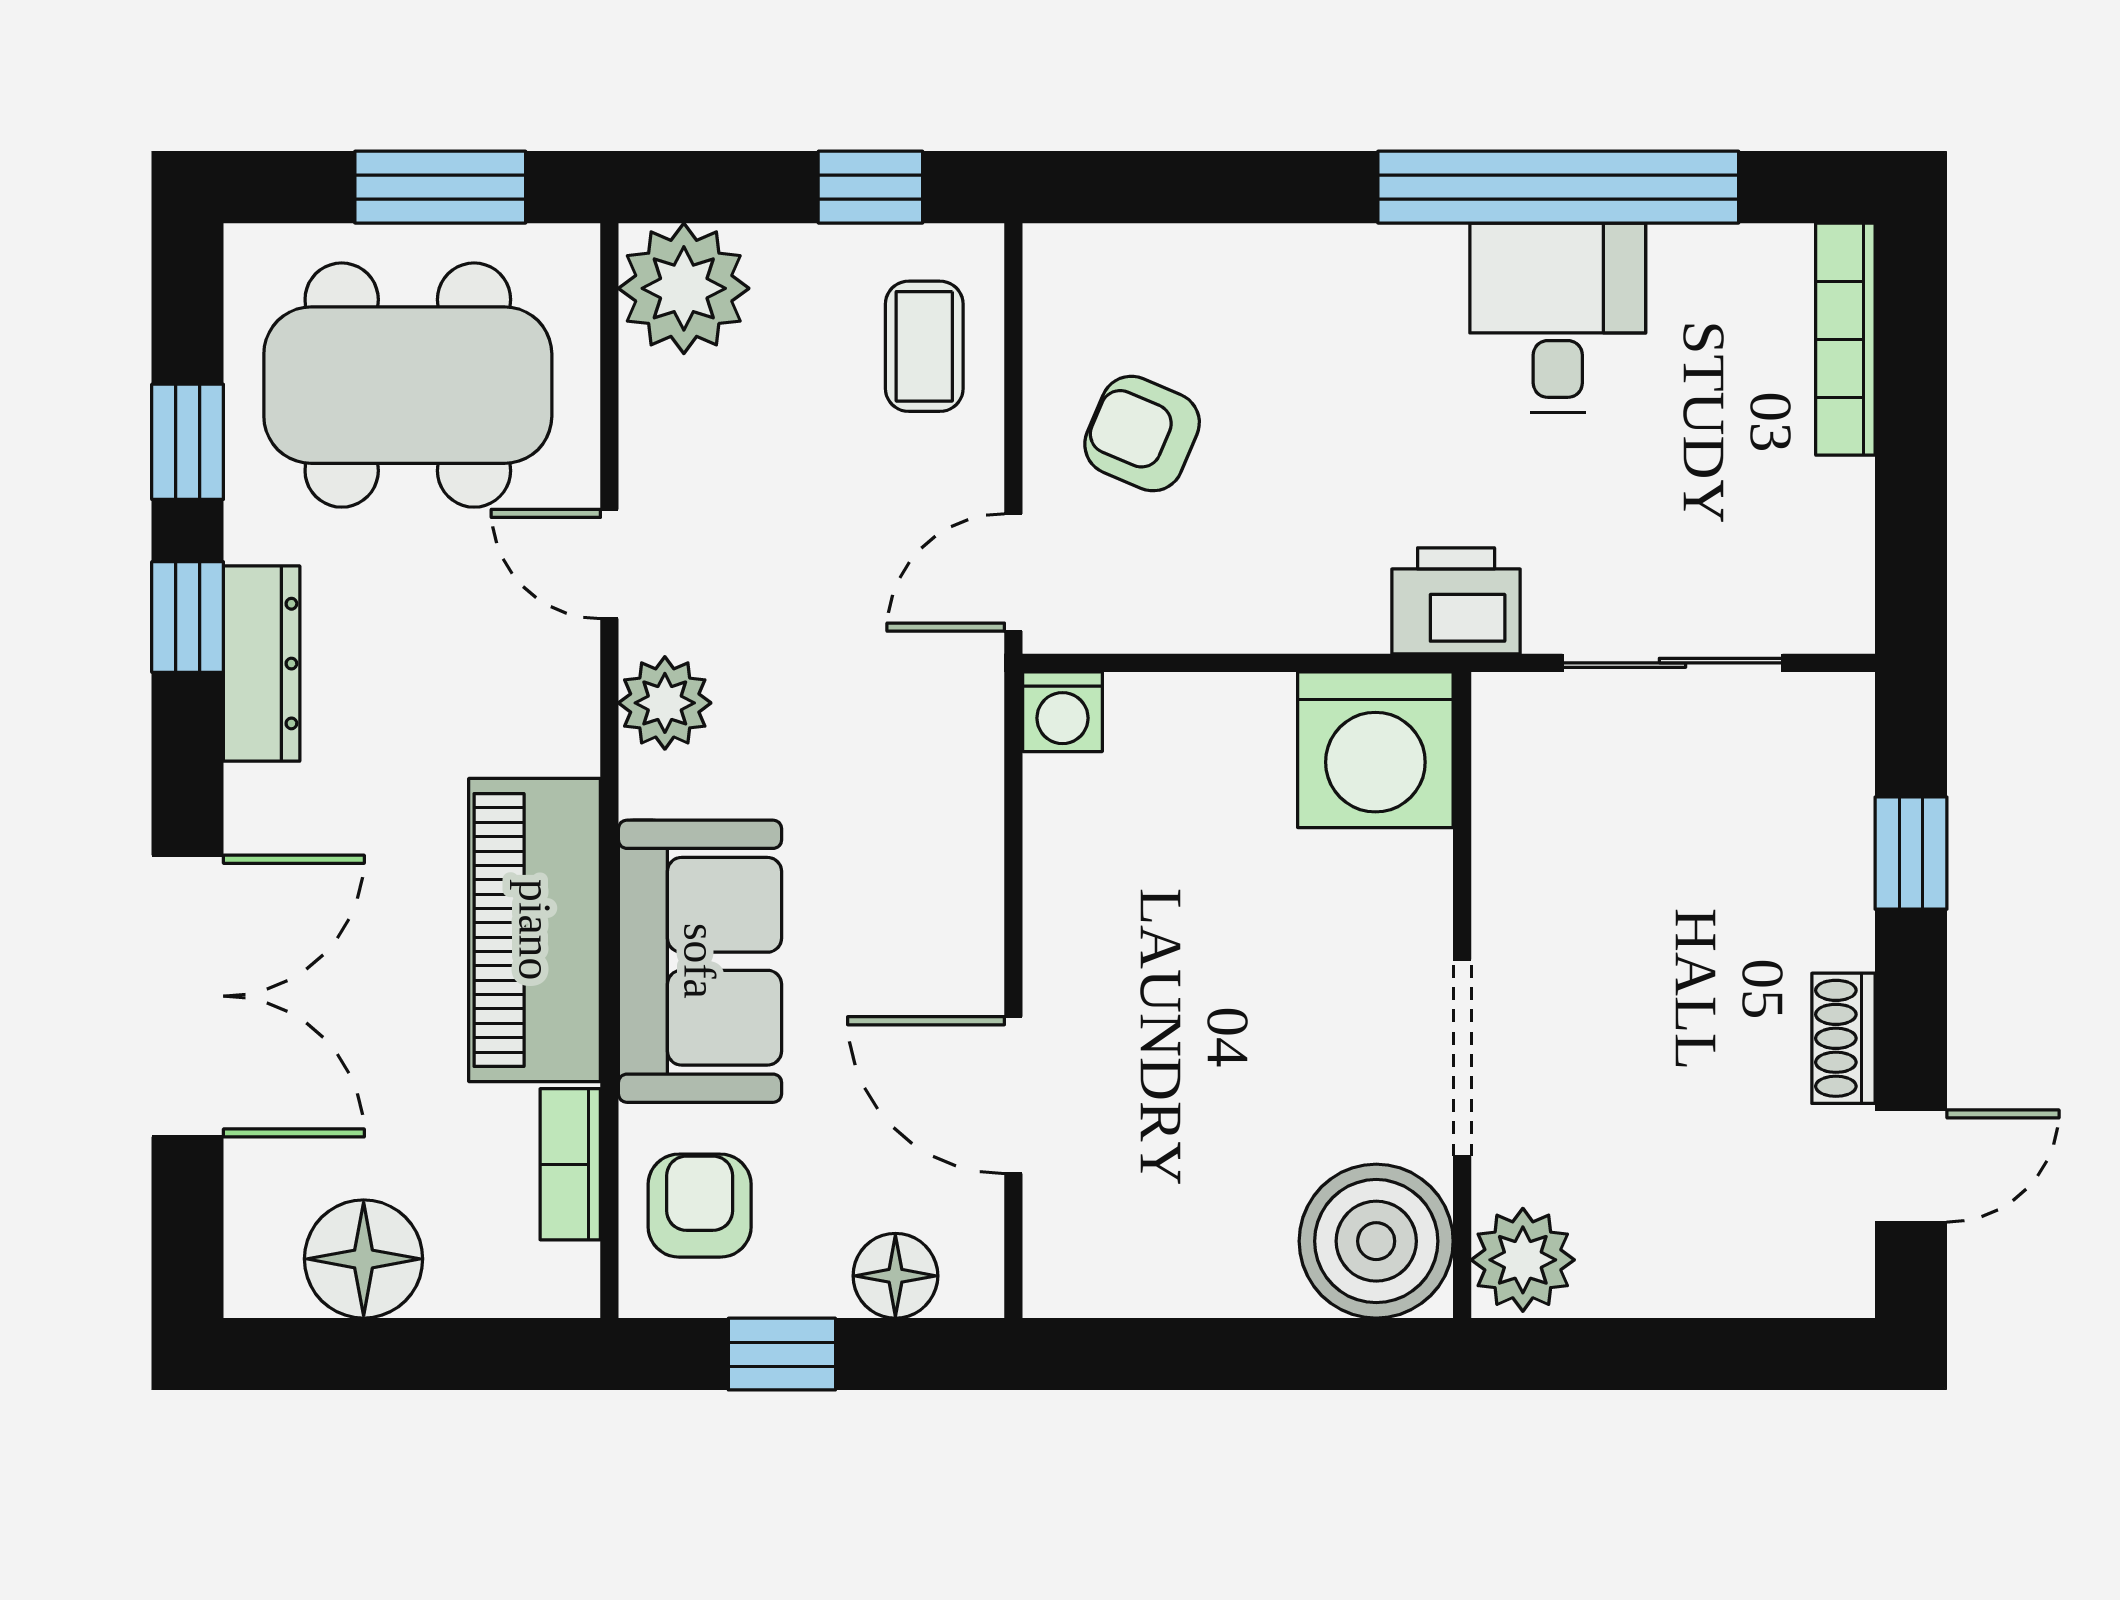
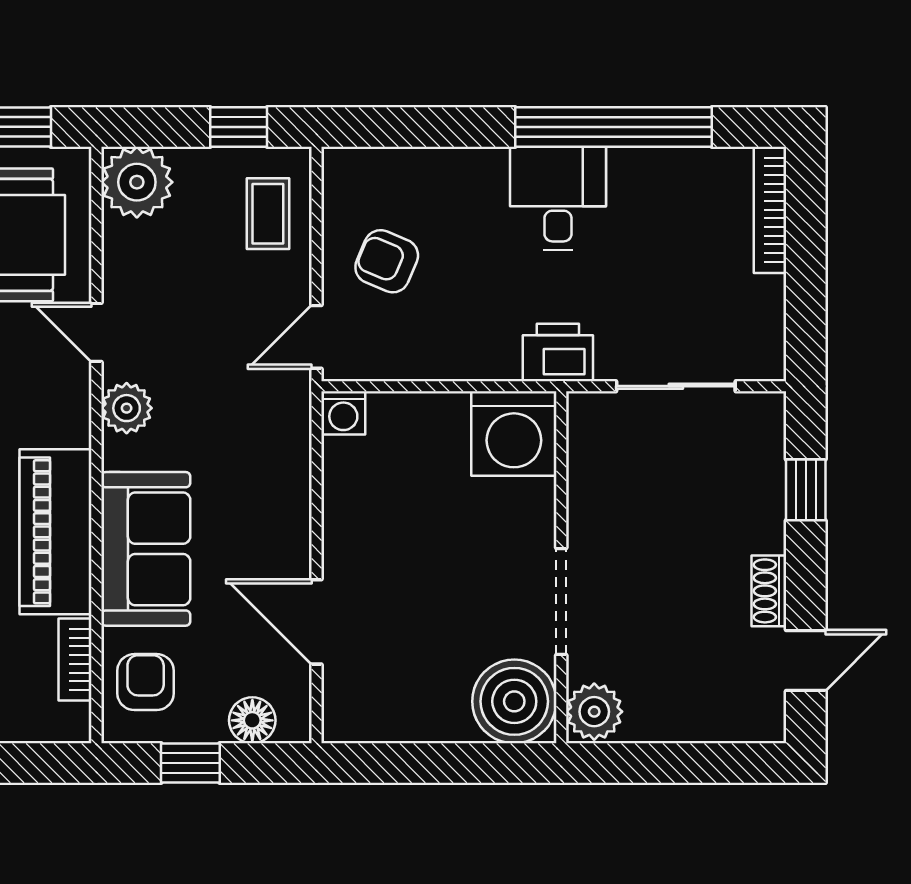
desk: (1558, 318) -> (558, 198), moved

